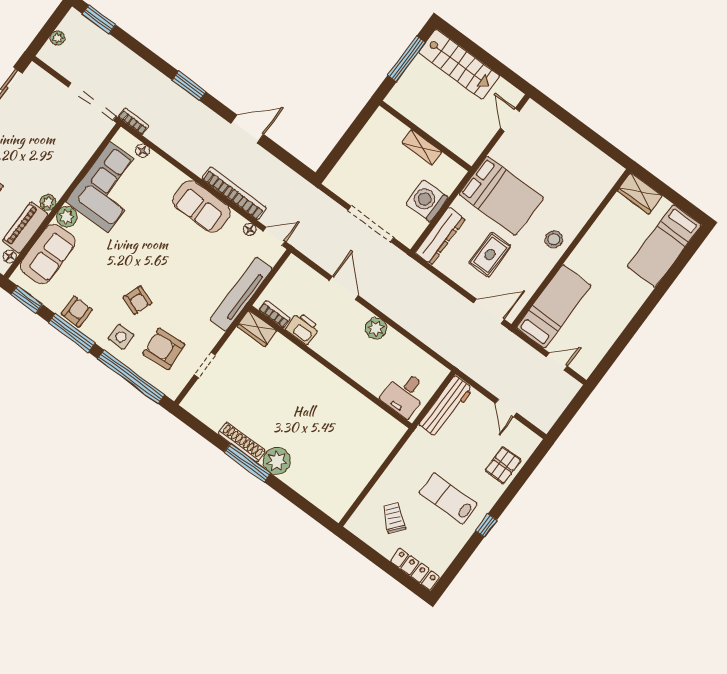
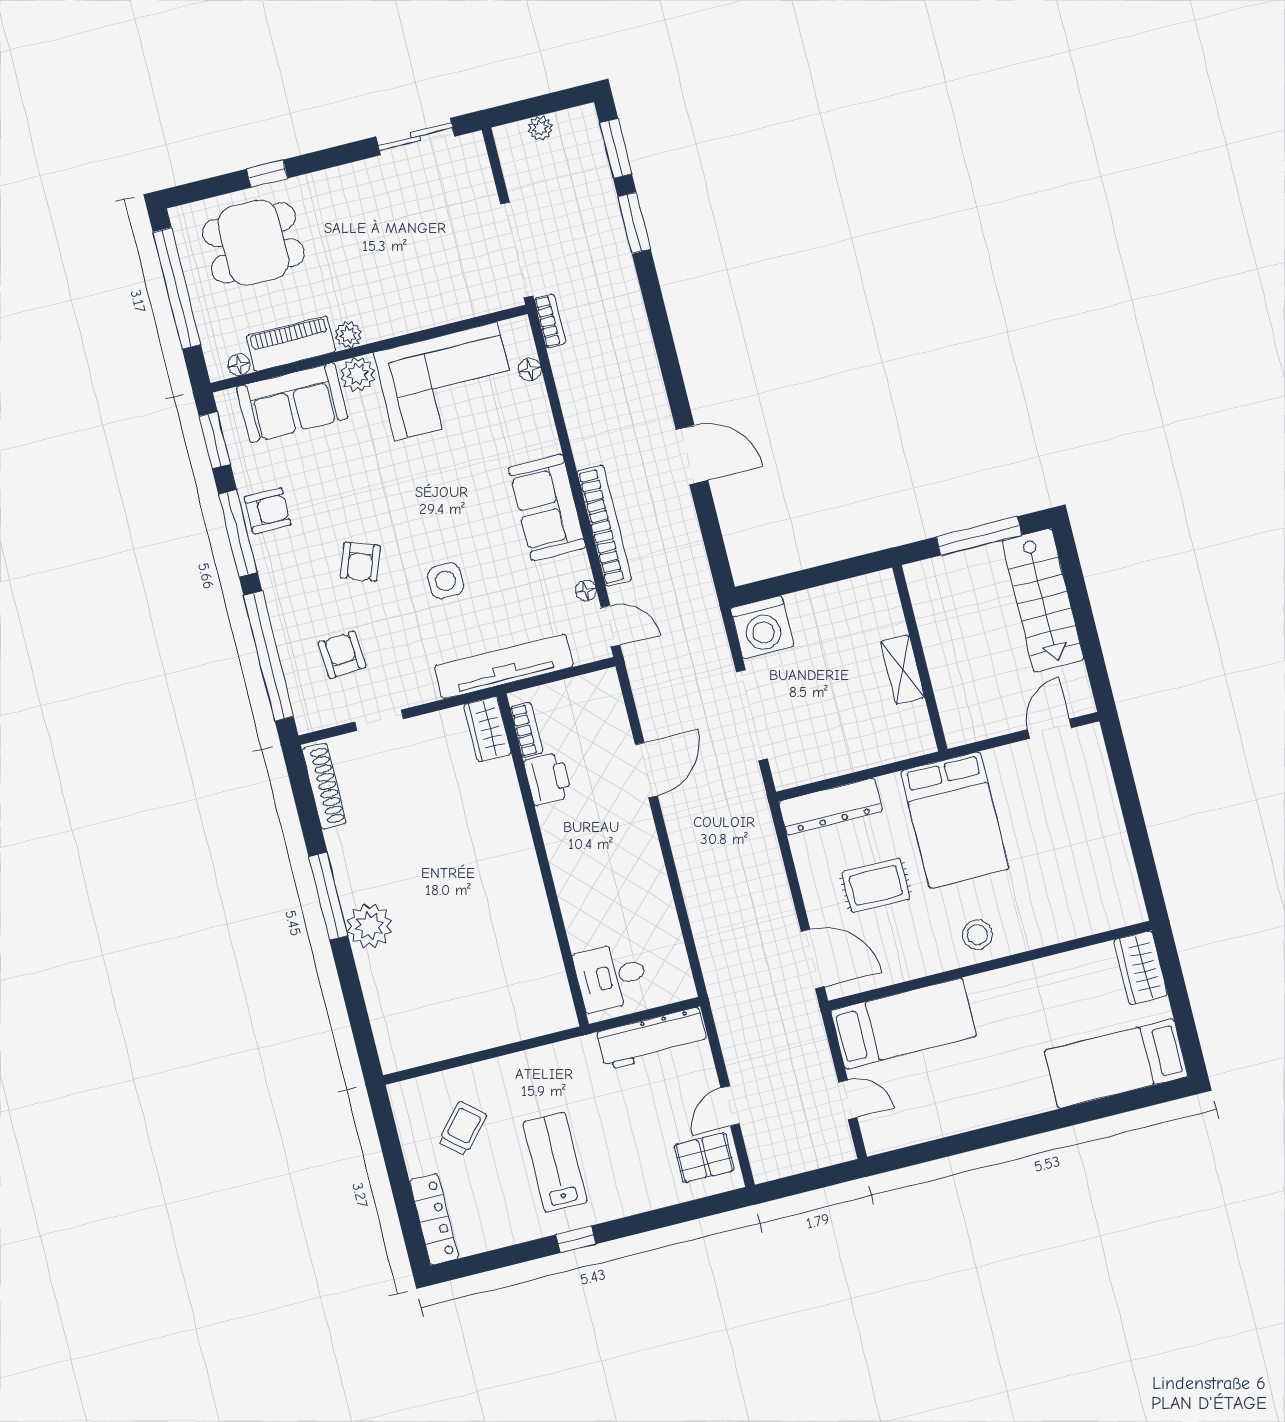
window: (189, 86) -> (634, 223), moved
washing machine: (427, 201) -> (762, 627), moved, turned 180
plant: (376, 328) -> (645, 859), removed
side table: (121, 337) -> (446, 581), moved
armchair: (164, 349) -> (342, 655), width x0.72, depth x0.72
shoe rack: (242, 442) -> (324, 786), moved
pallet: (503, 465) -> (704, 1158), moved

